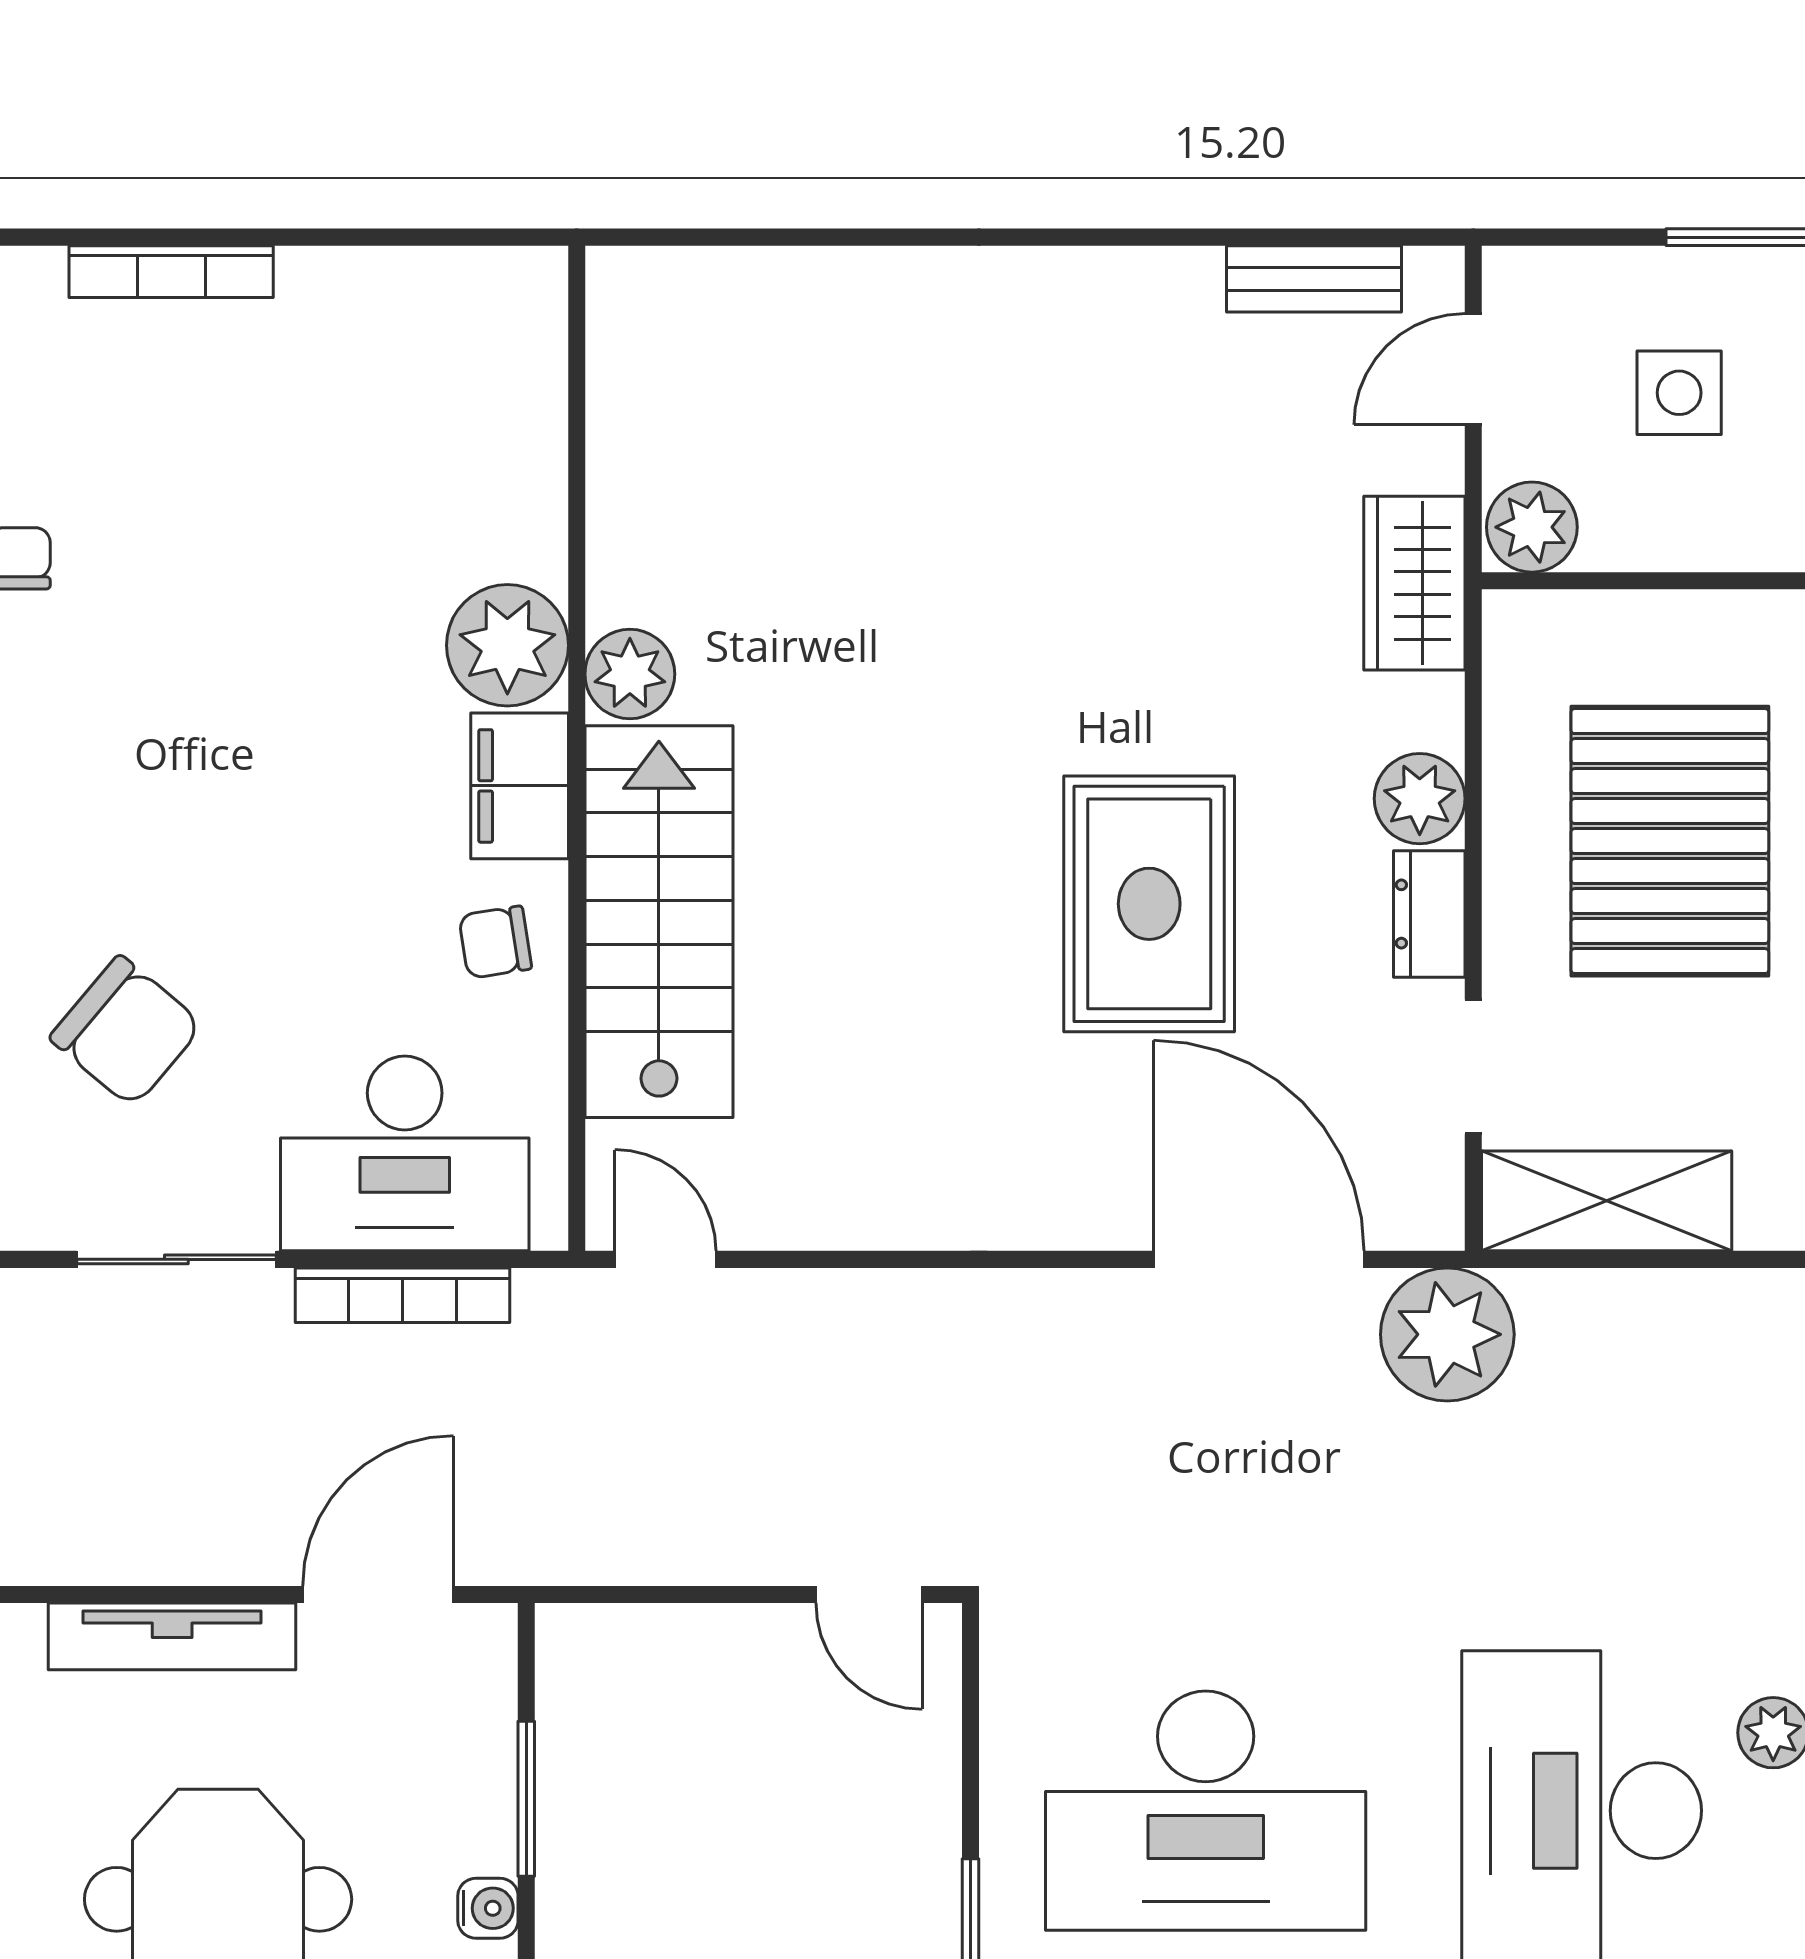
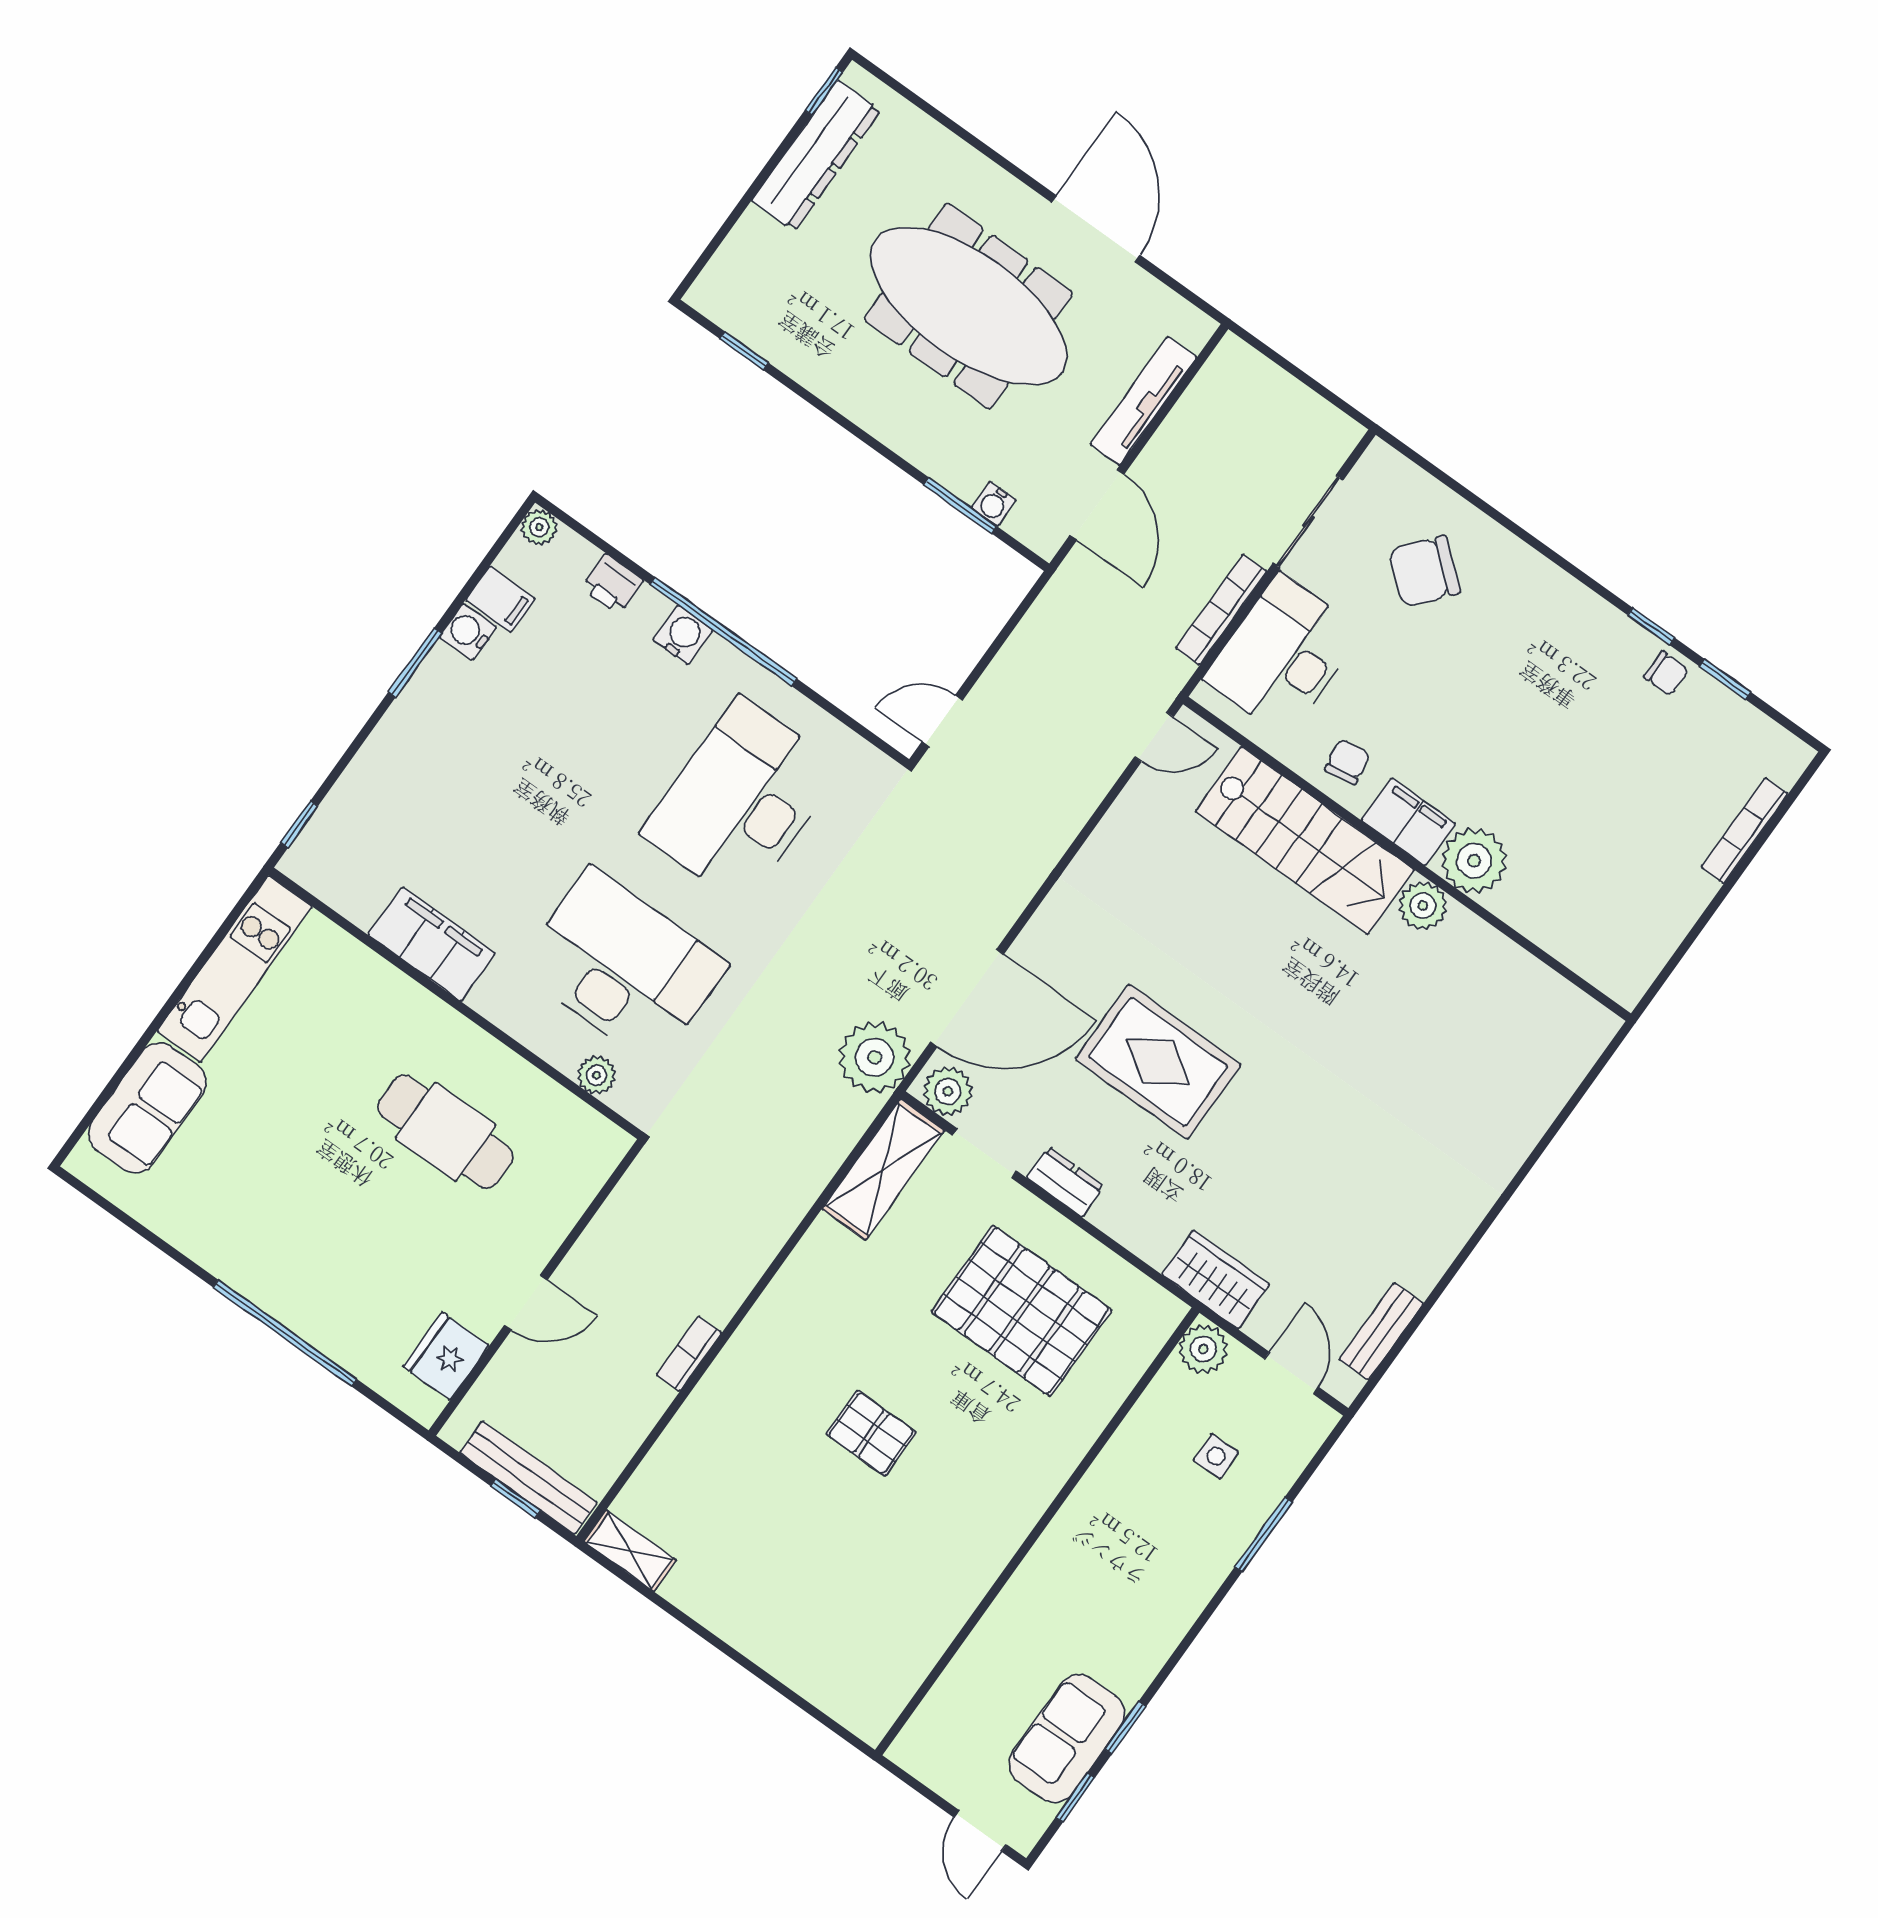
side table: (1679, 393) -> (1216, 1456), width x0.73, depth x0.73
plant: (1420, 799) -> (948, 1091), moved
water cooler: (488, 1908) -> (994, 504), moved

